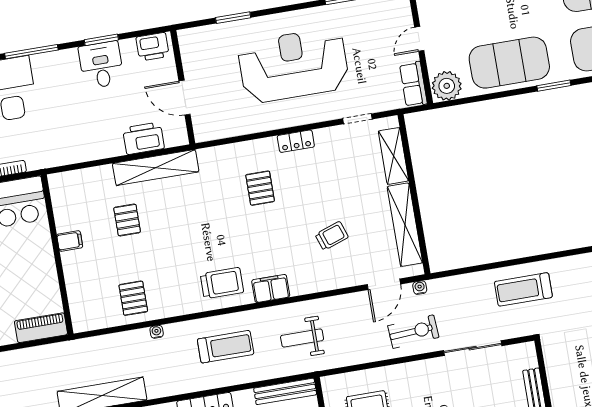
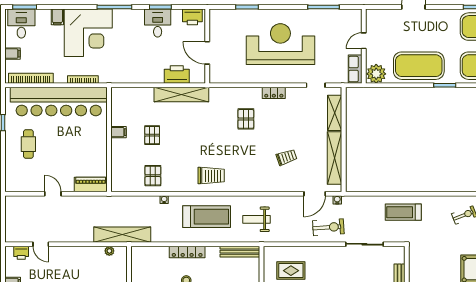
pallet: (127, 220) -> (152, 135), moved
filing cabinet: (271, 288) -> (242, 184), removed
treadmill: (226, 347) -> (207, 217), width x1.37, depth x1.38

